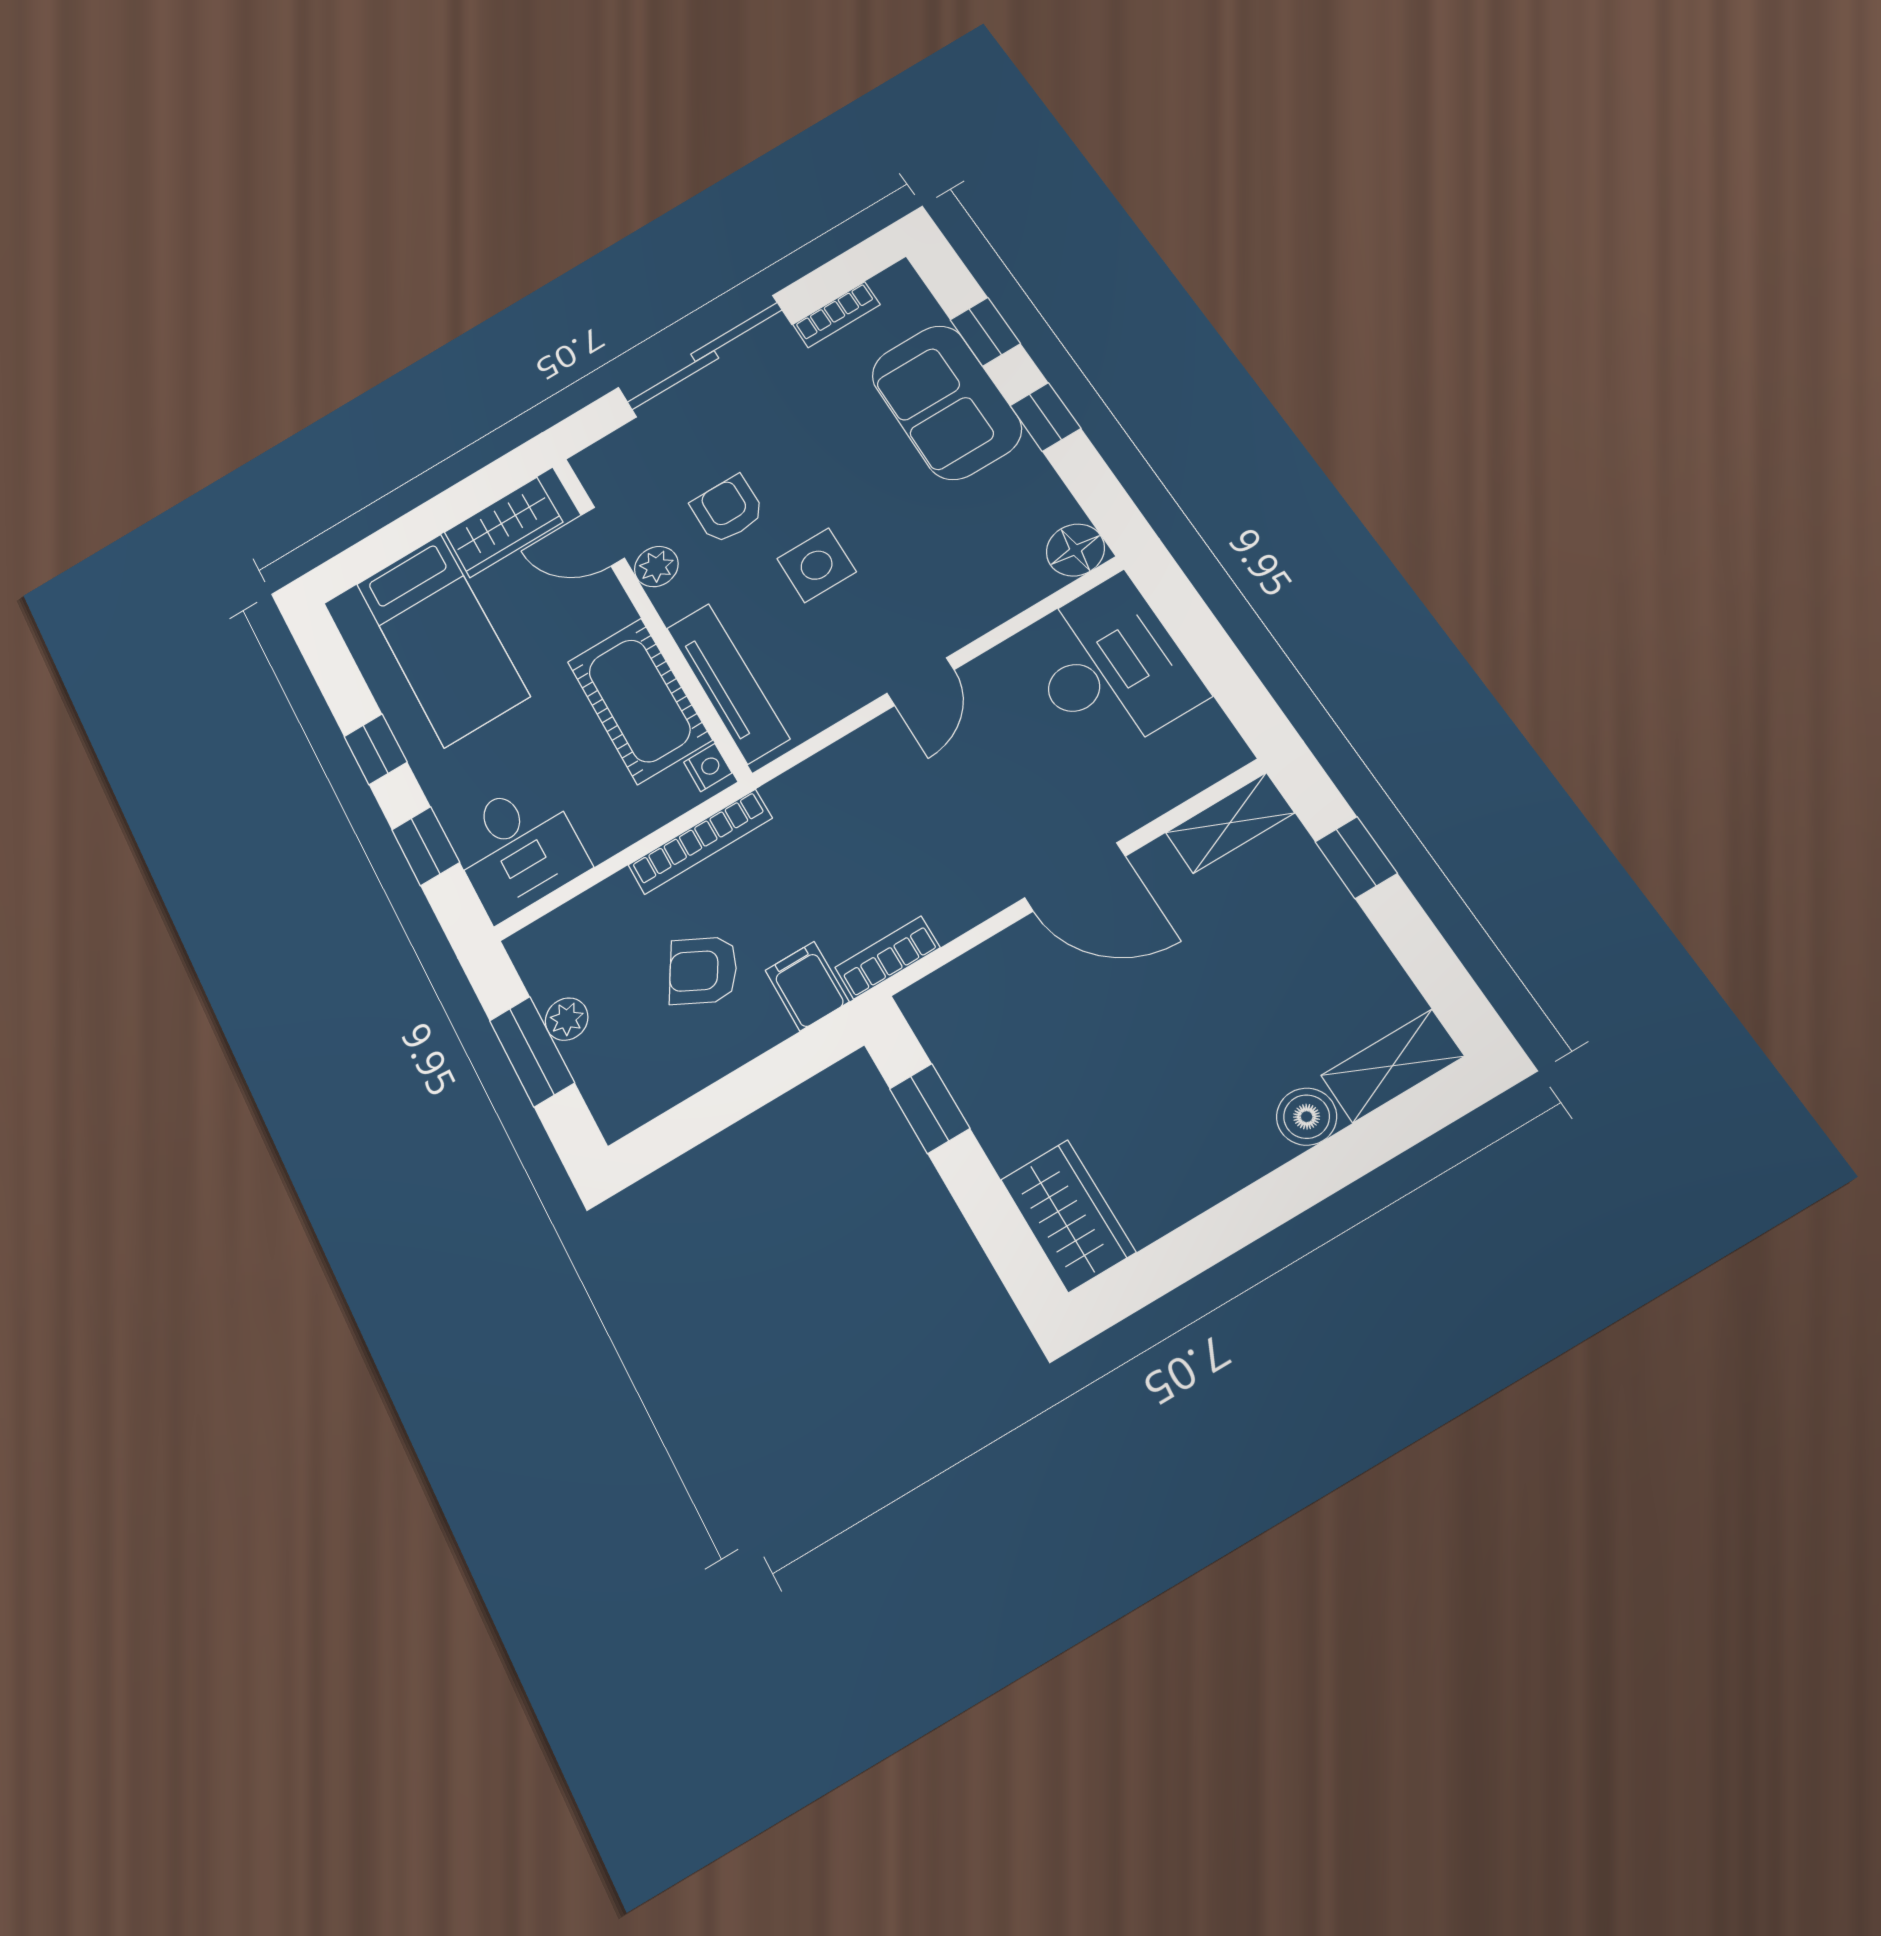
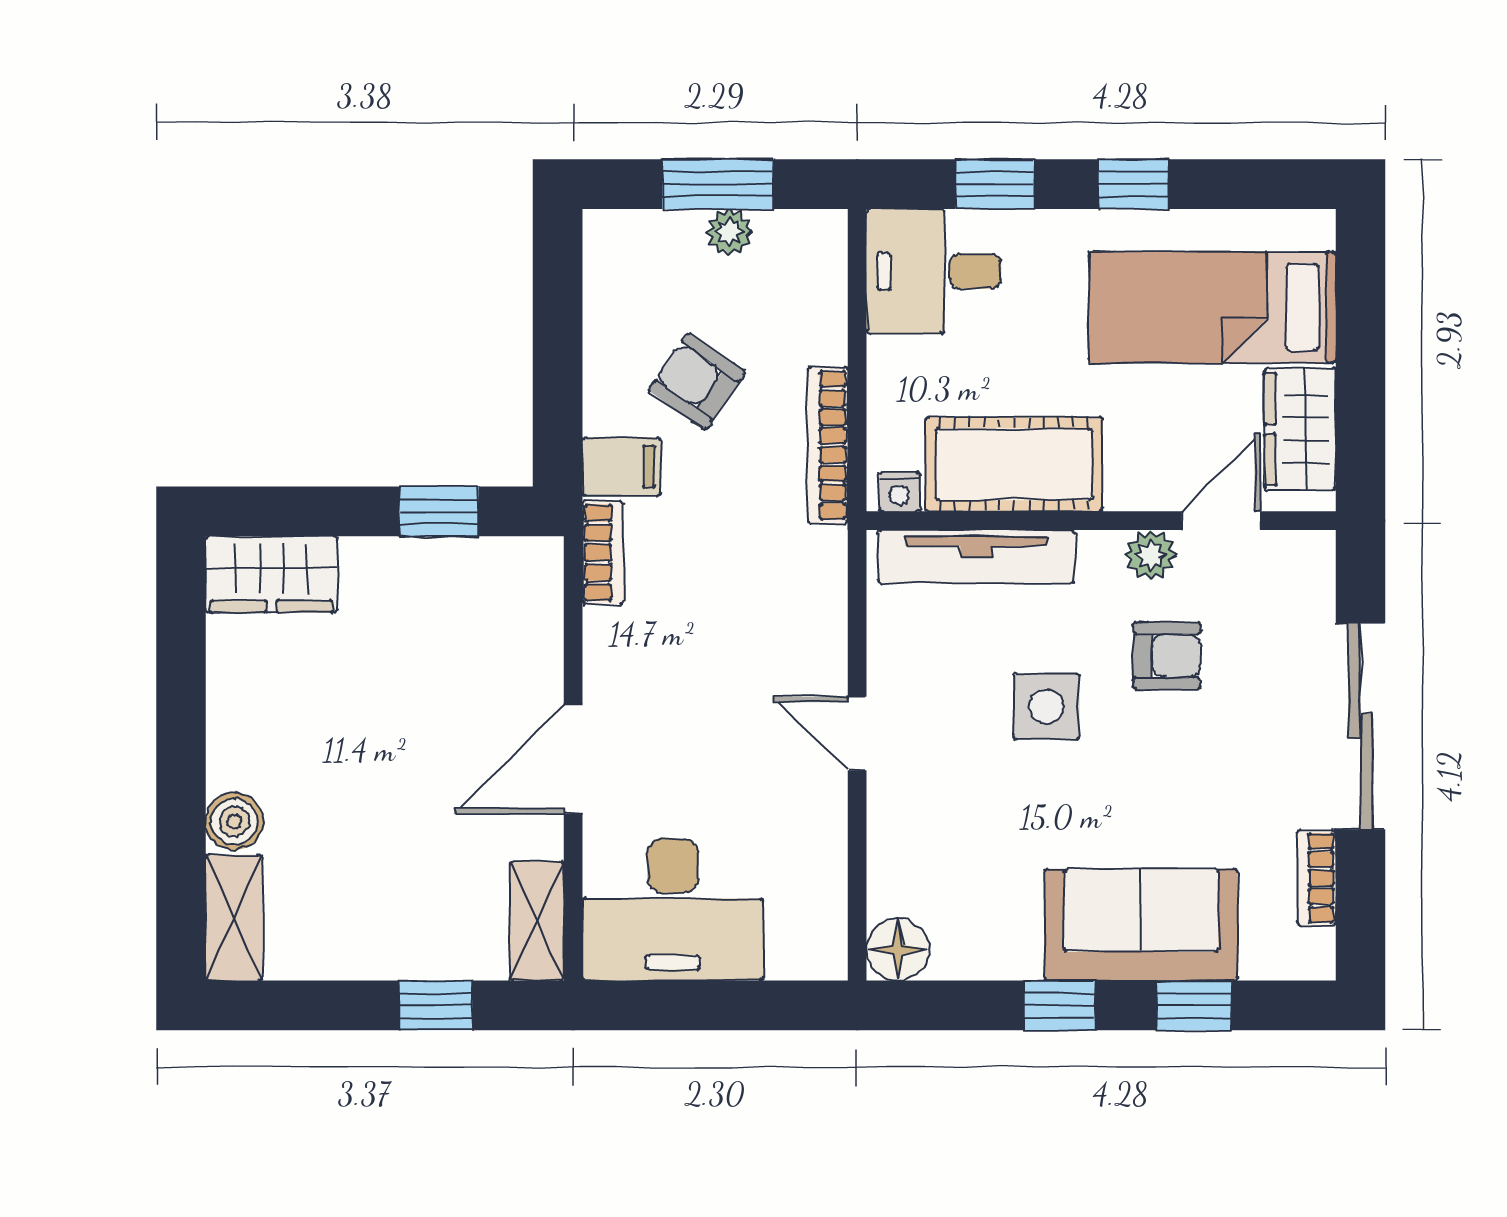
desk: (1110, 666) -> (673, 910), moved
armchair: (703, 970) -> (697, 381), turned -84

